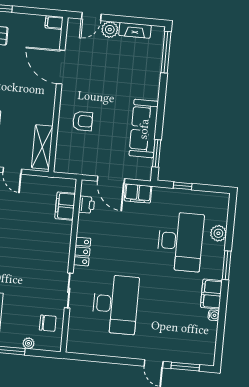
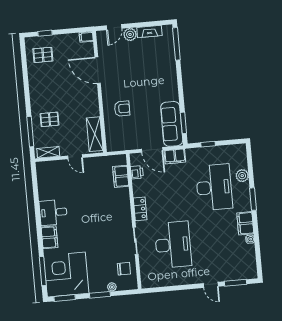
sofa: (144, 129) -> (172, 124), moved

